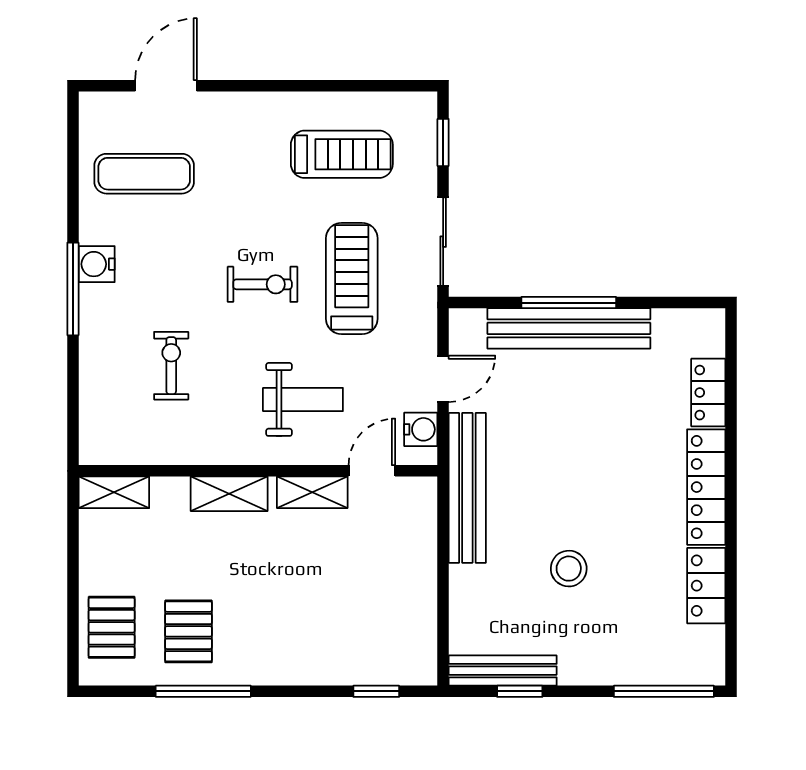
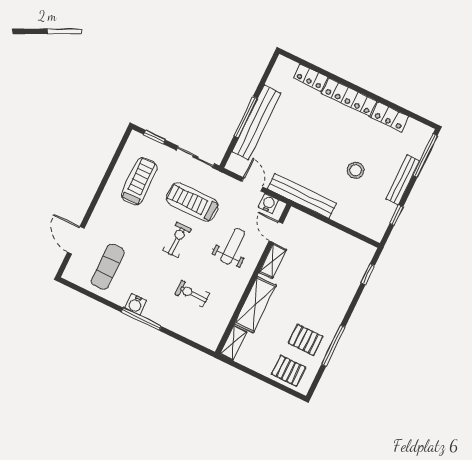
shelving: (229, 494) -> (255, 305), width x1.50, depth x1.33
bench: (503, 671) -> (403, 180), moved

